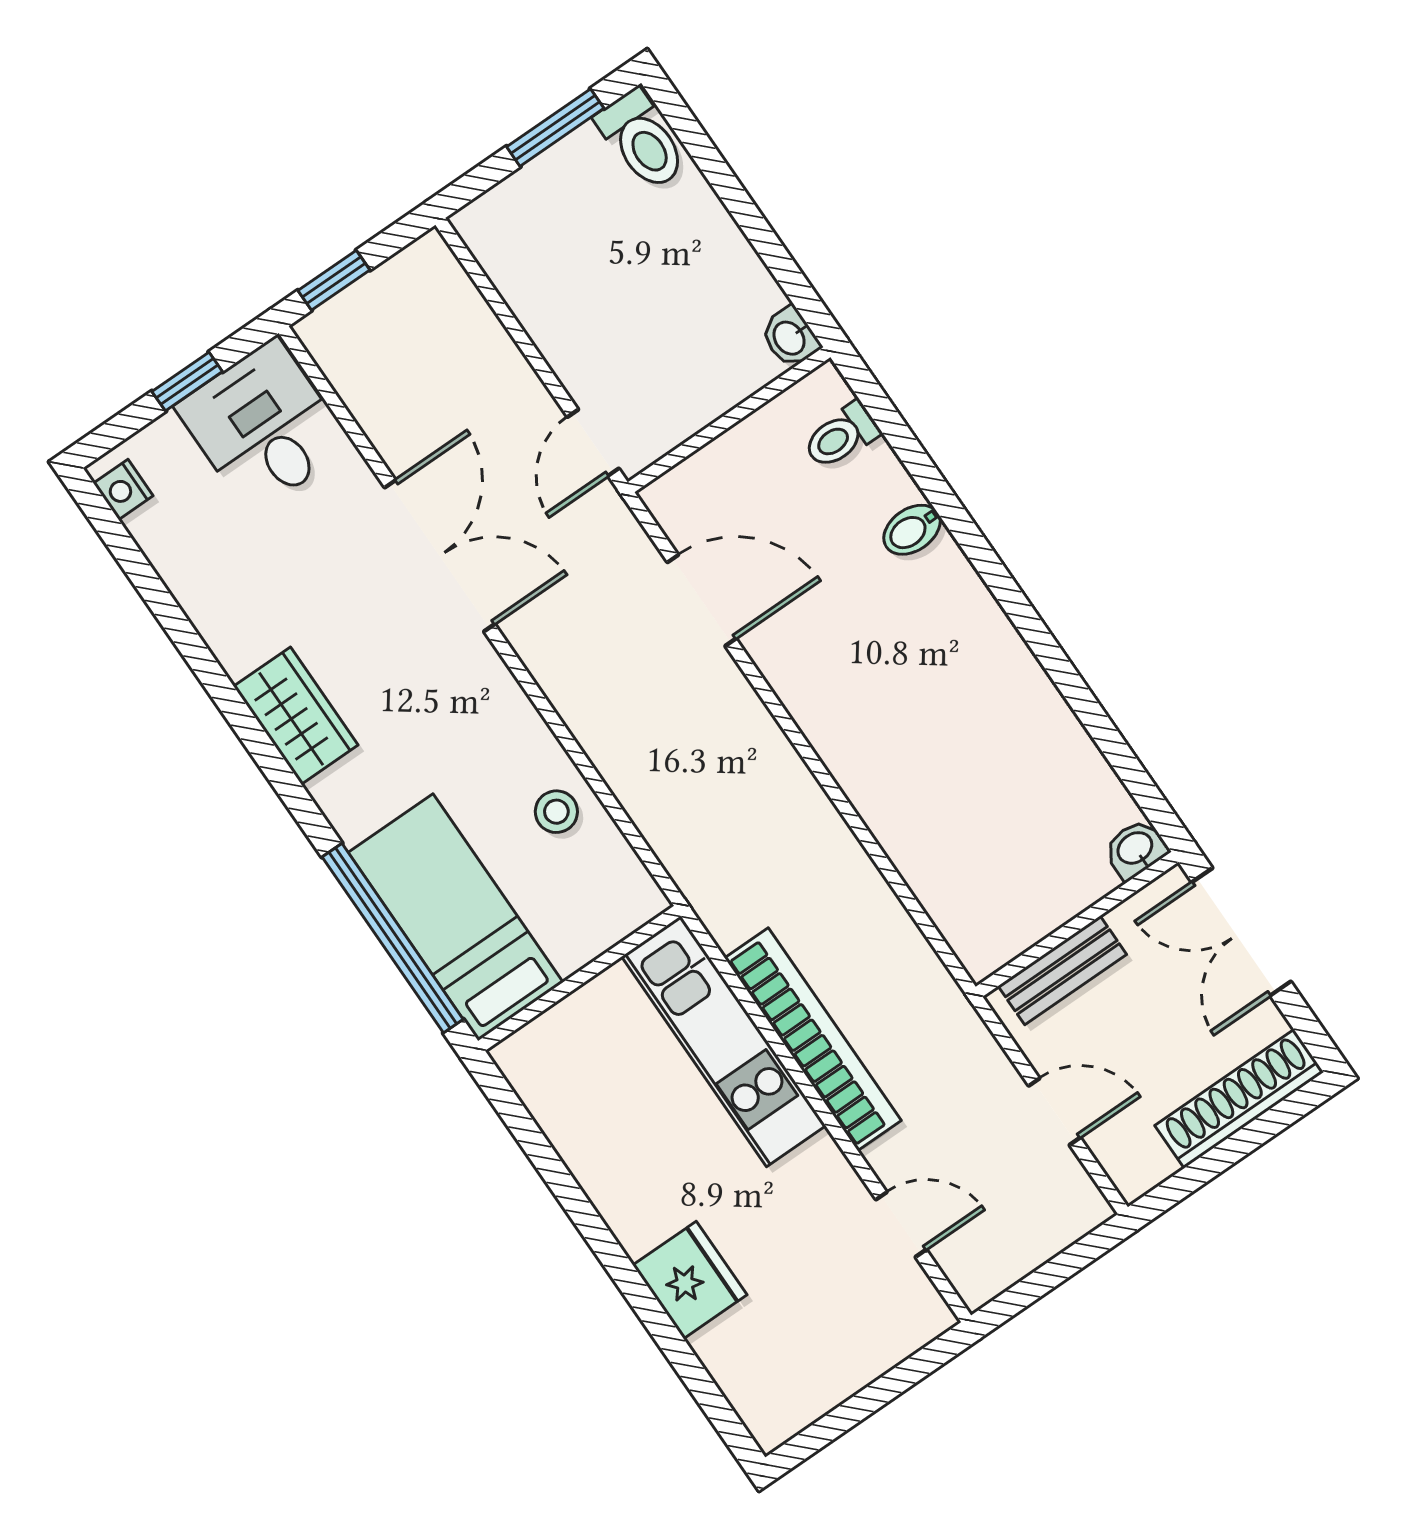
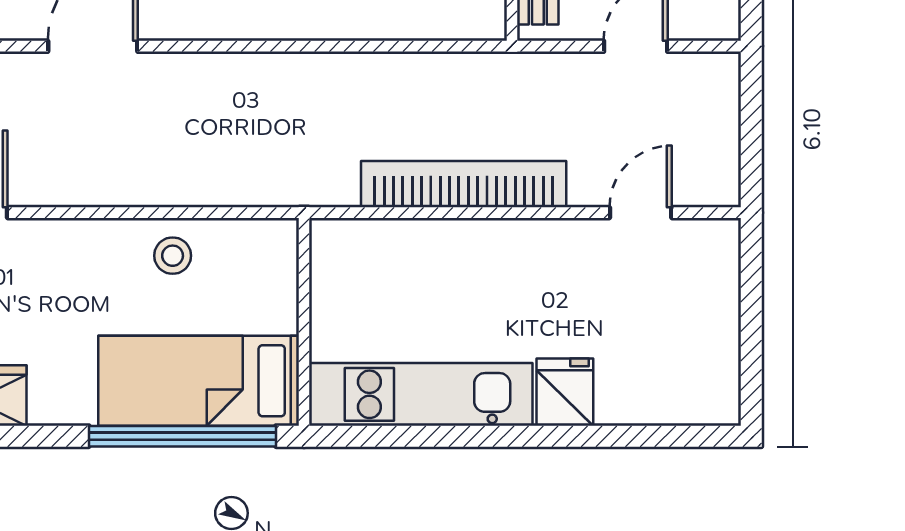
kitchen unit: (724, 1041) -> (421, 394), moved, turned 180
fridge: (690, 1280) -> (565, 392), width x0.72

